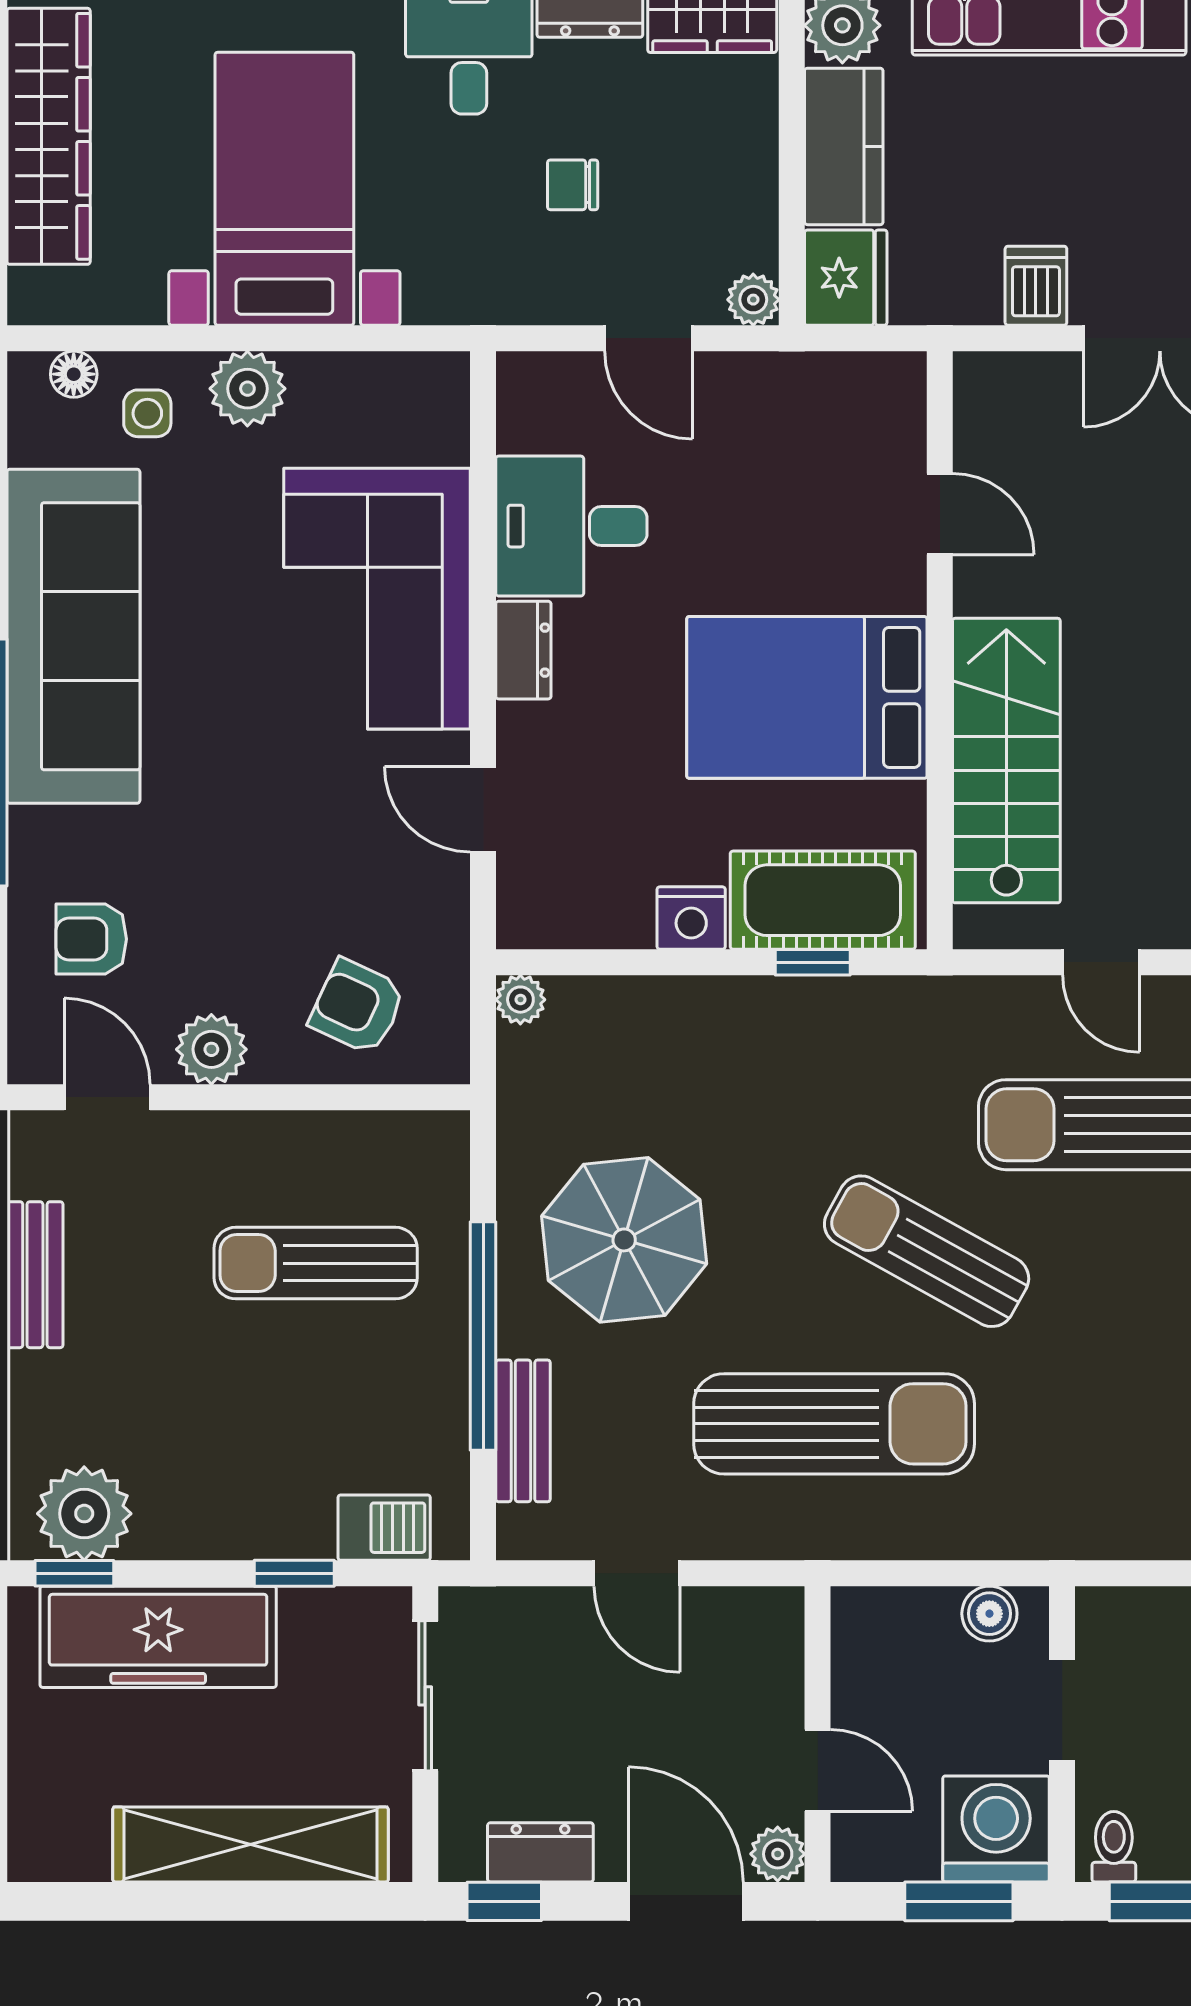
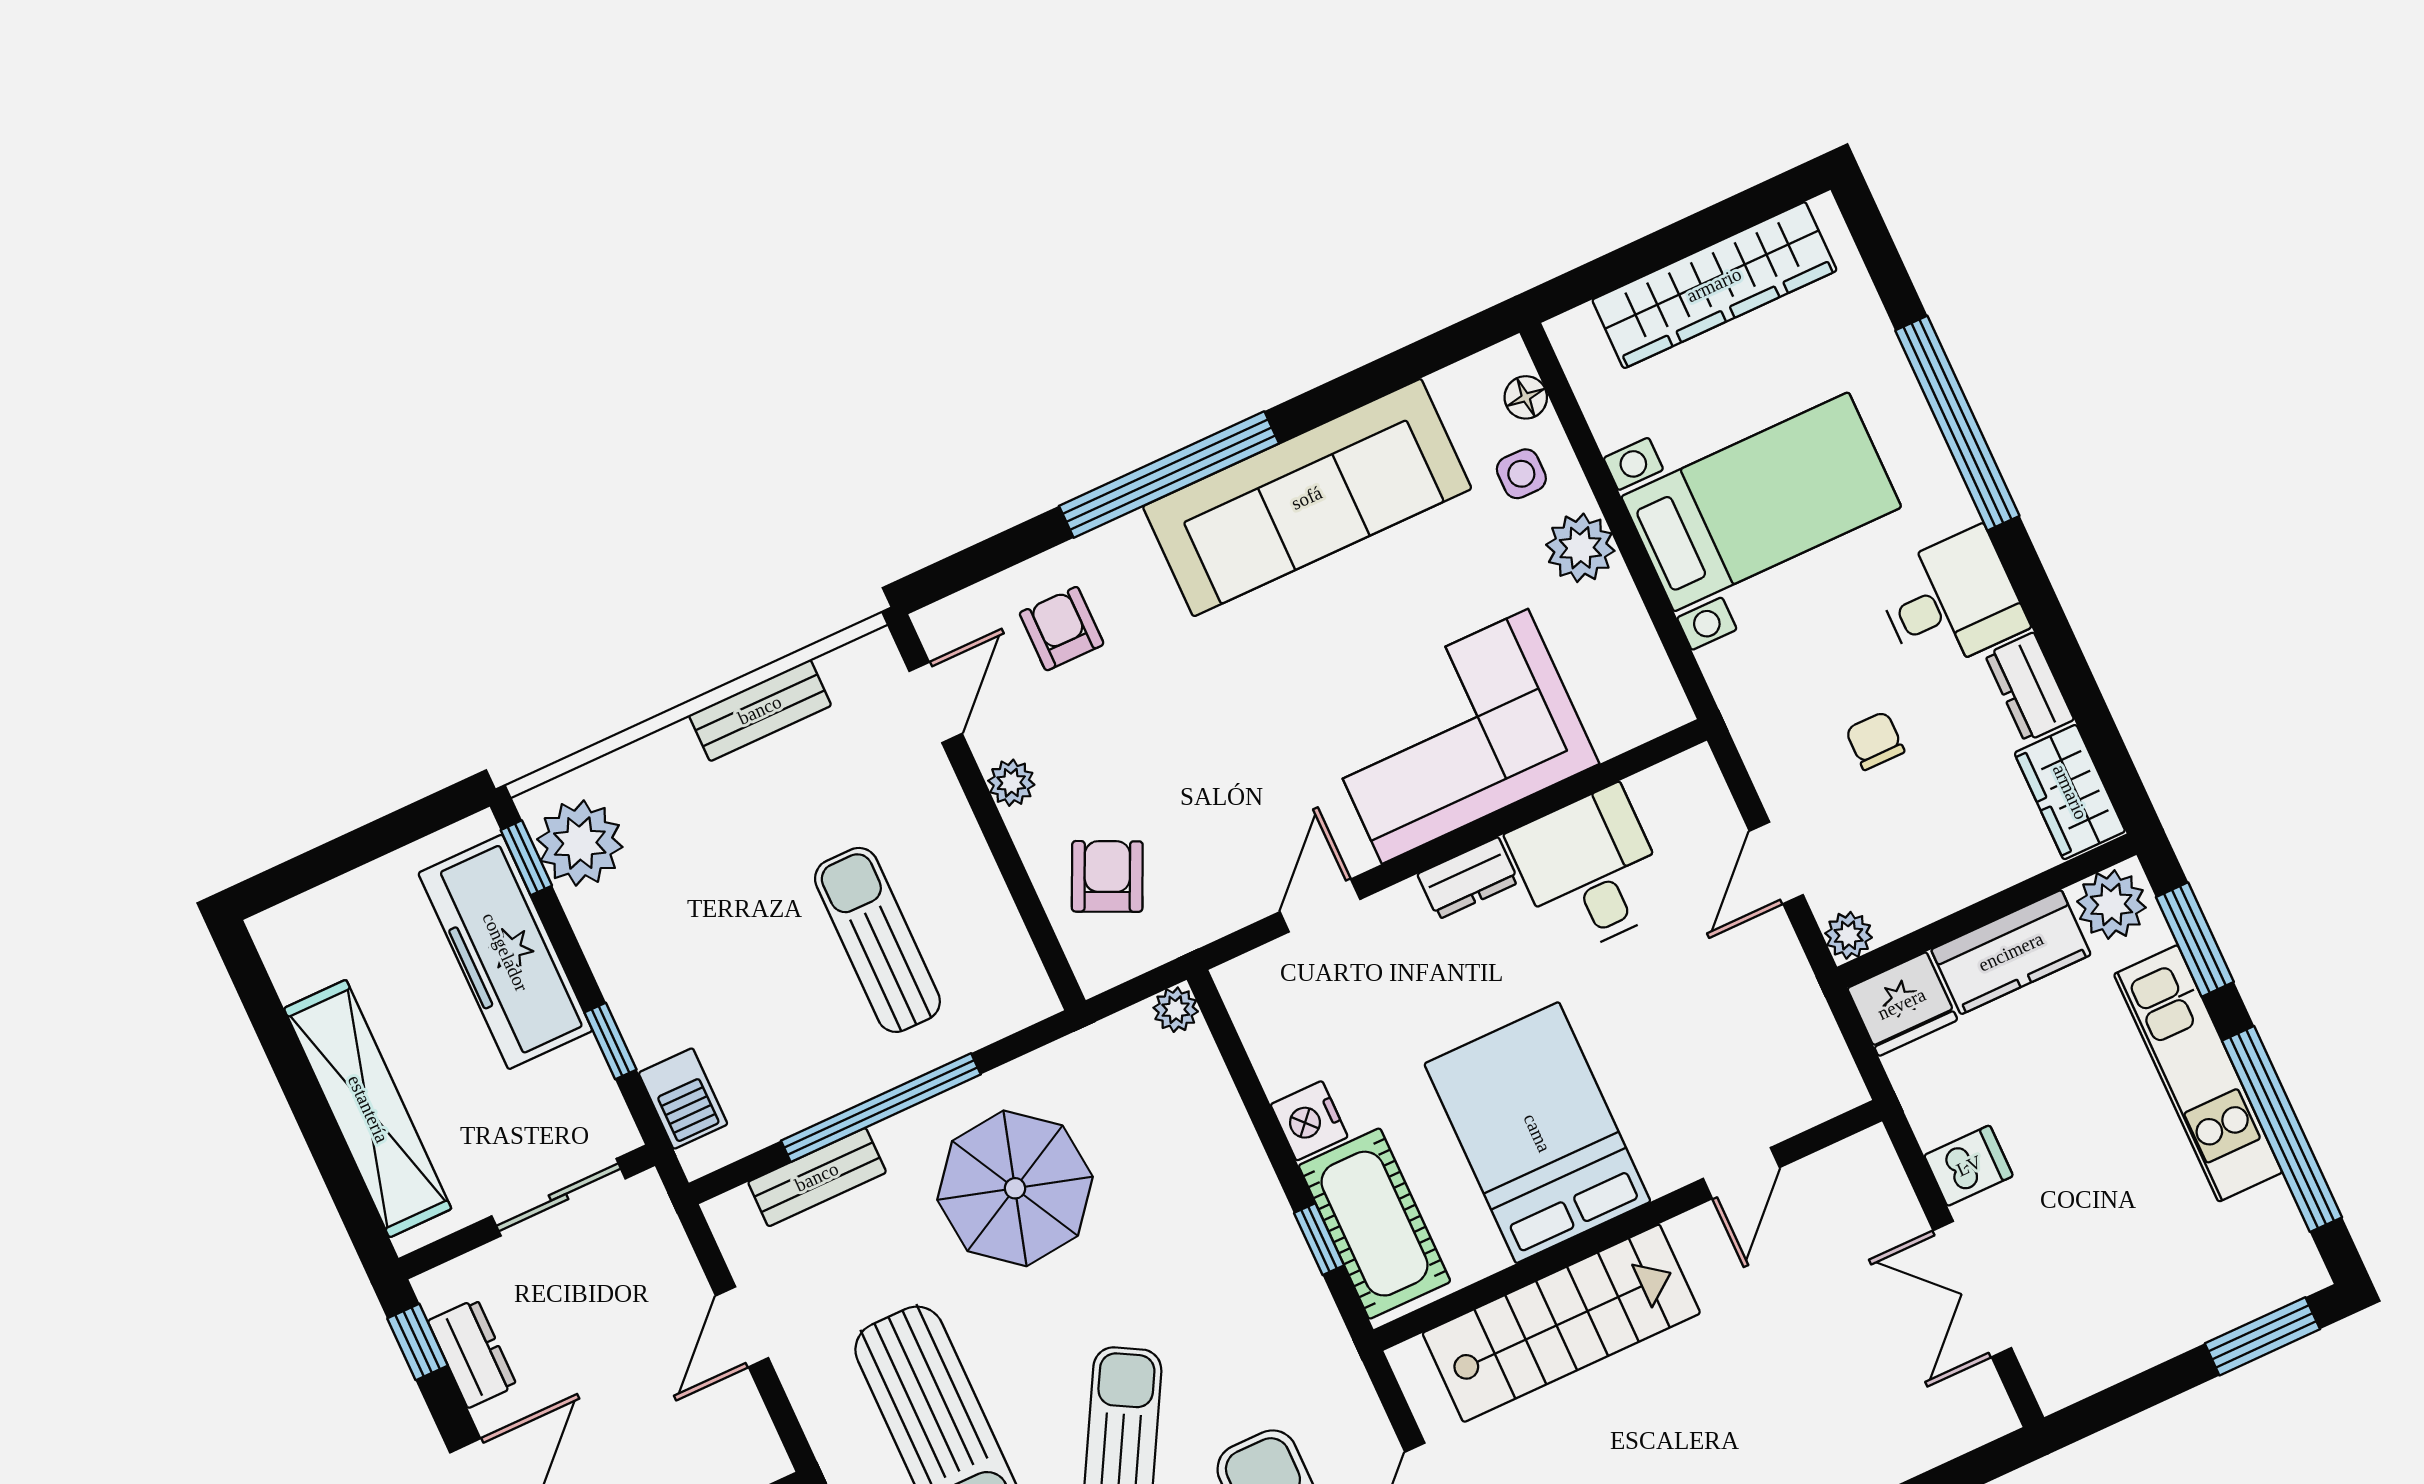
plant: (211, 1049) -> (1011, 783), width x0.73, depth x0.73

